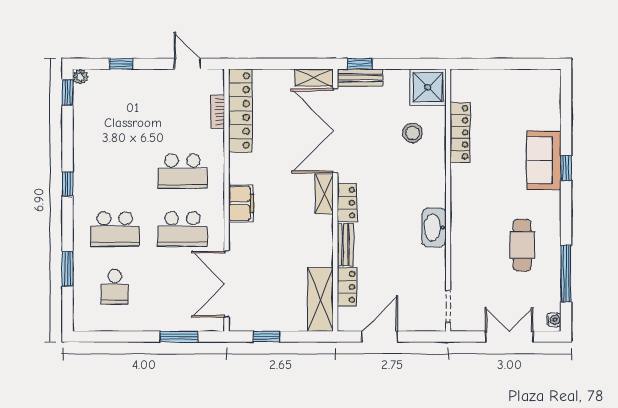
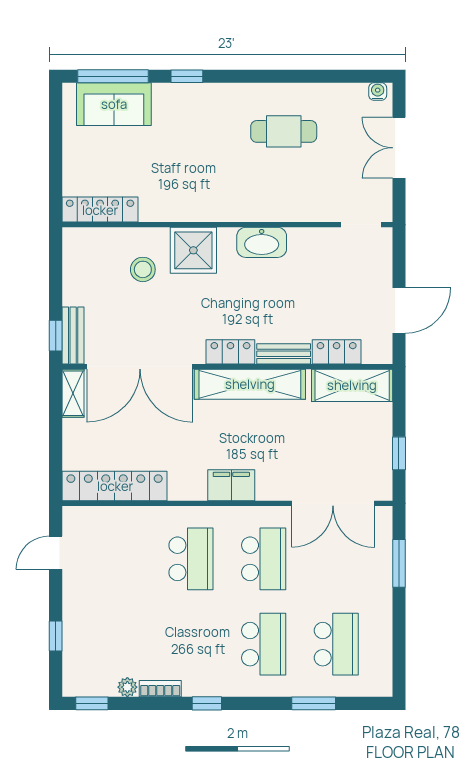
plant: (80, 77) -> (127, 687), moved
shower: (428, 87) -> (193, 250), moved
bookcase: (218, 112) -> (160, 689), moved, turned 180
locker: (460, 132) -> (100, 210), moved
sofa: (544, 160) -> (114, 104), moved
shelving: (324, 194) -> (250, 384), width x2.20, depth x1.33
window: (566, 273) -> (113, 76), moved
school desk: (115, 287) -> (336, 644), width x1.85
door: (380, 337) -> (399, 311), swing flipped

